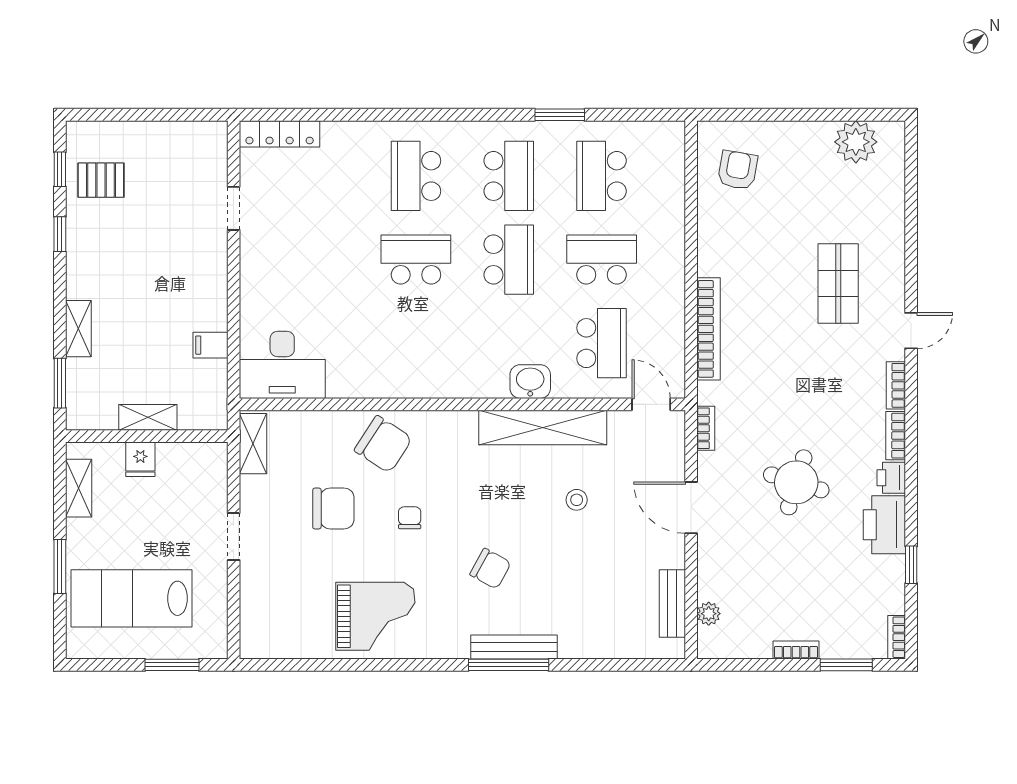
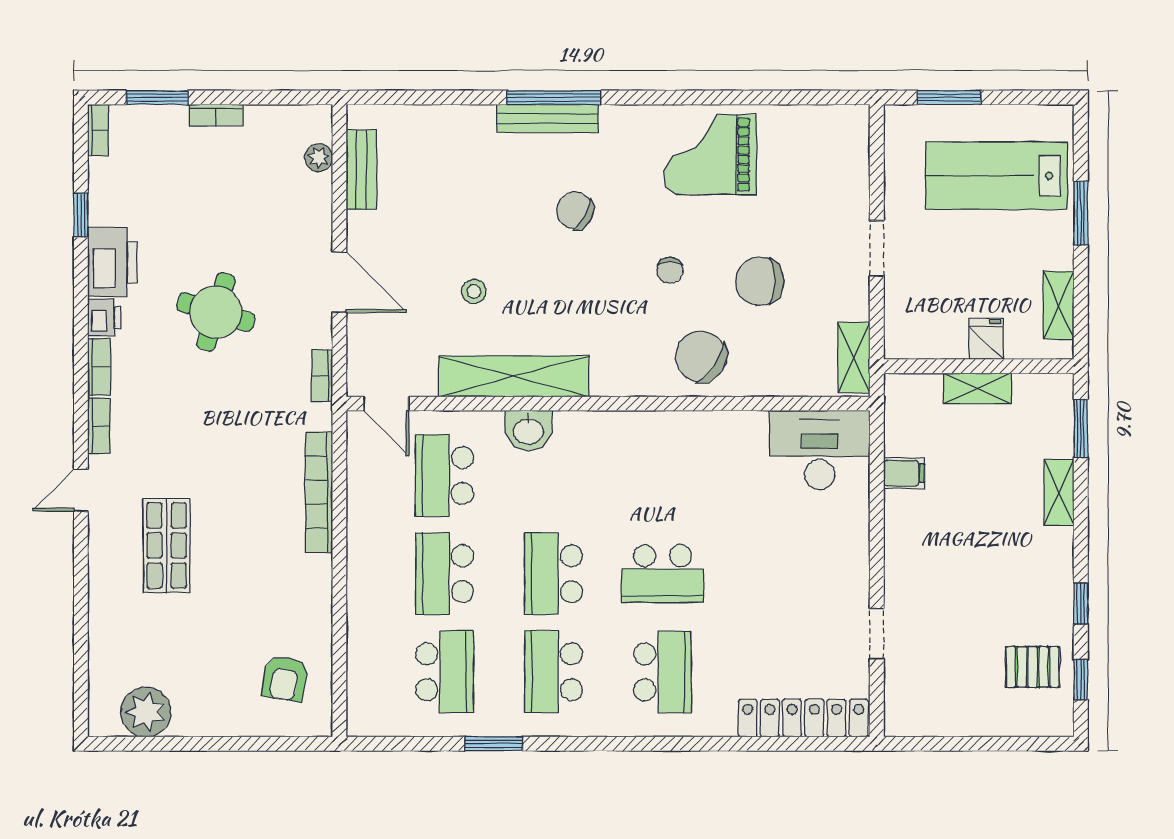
locker: (280, 134) -> (803, 718), width x1.41, depth x1.21
school desk: (602, 260) -> (445, 574), turned 90
lab bench: (132, 598) -> (997, 176), turned 180

